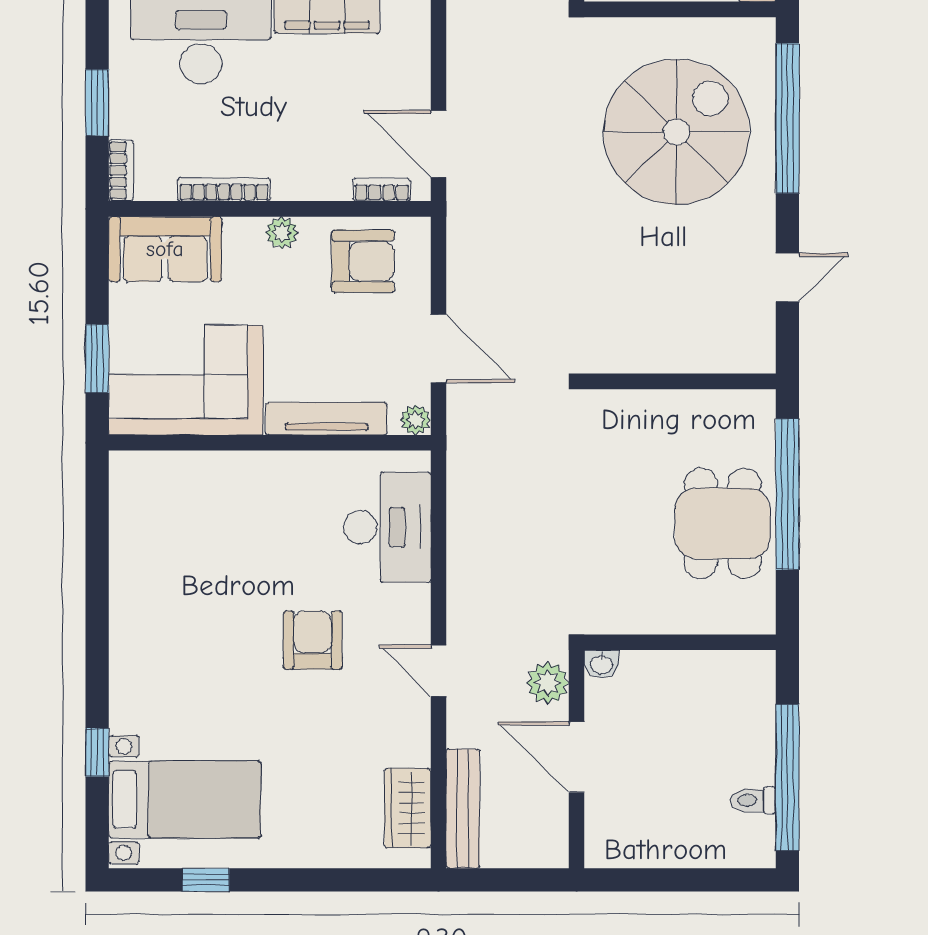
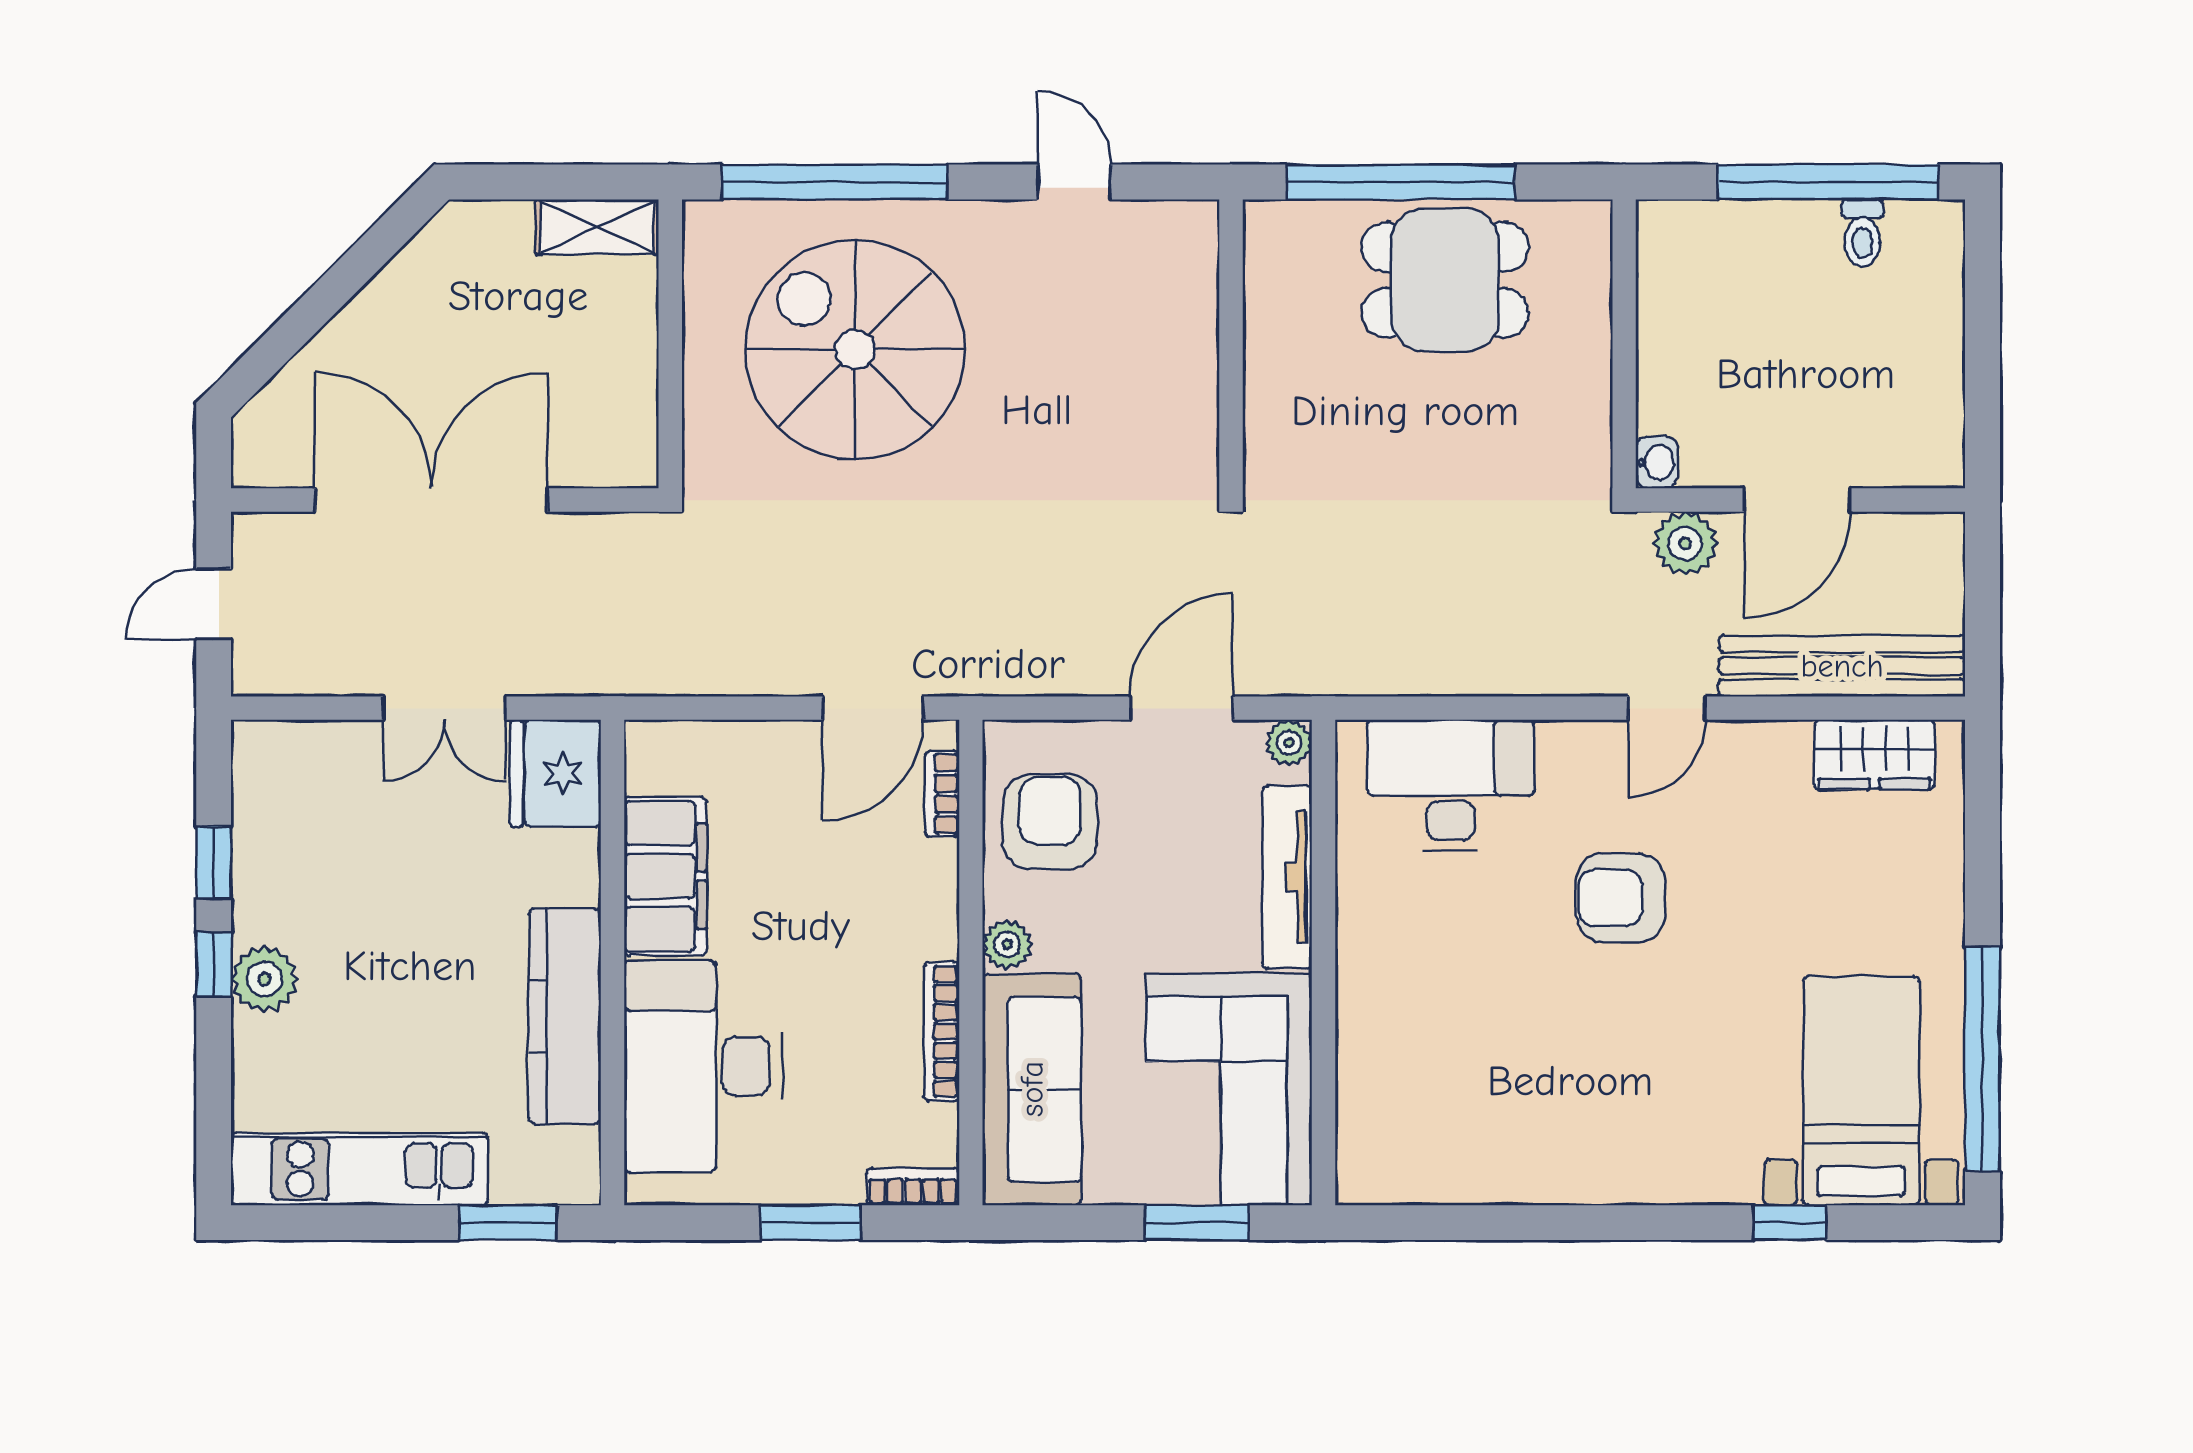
sofa: (165, 249) -> (1032, 1089), width x1.36
bench: (463, 809) -> (1842, 666), width x1.37, depth x1.21
window: (206, 880) -> (1982, 1059), width x3.17

